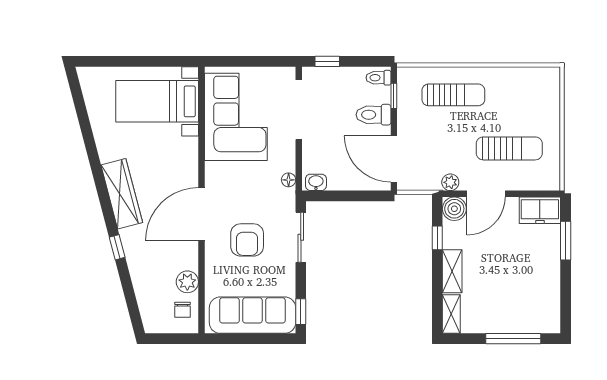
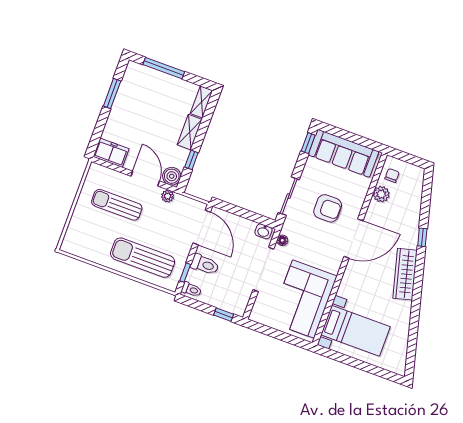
sun lounger: (453, 95) -> (143, 258), width x1.36, depth x1.34
doorway: (299, 110) -> (263, 269), moved
door: (486, 194) -> (145, 179), hinge flipped
armchair: (247, 240) -> (328, 208), turned 90
window: (566, 241) -> (112, 93), moved

